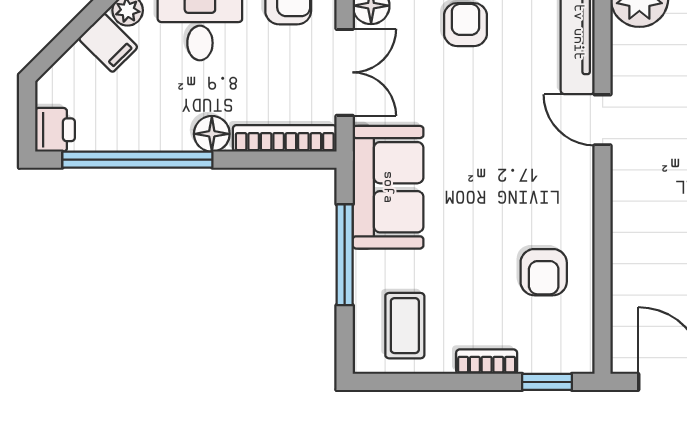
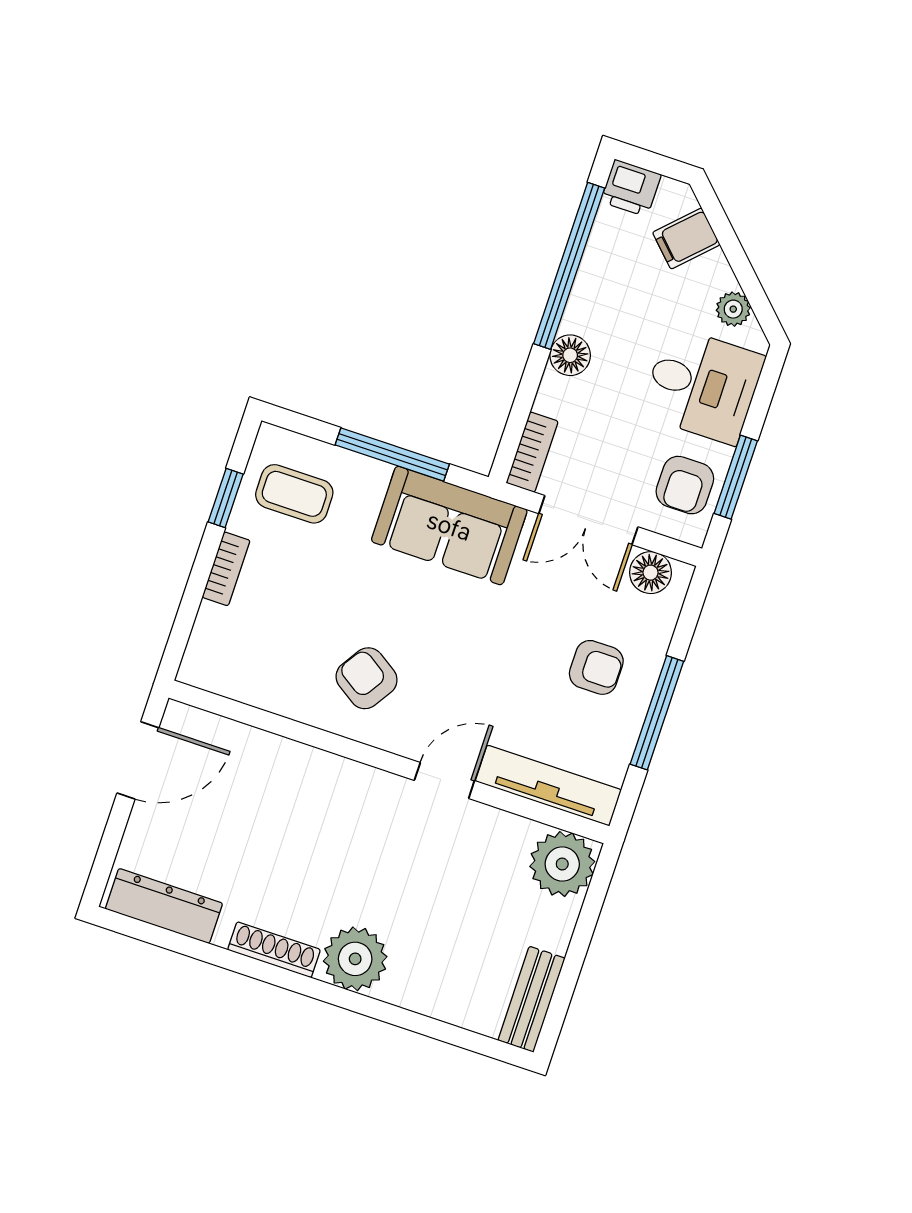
filing cabinet: (108, 43) -> (686, 239), moved
bookcase: (285, 138) -> (532, 452), width x0.64
armchair: (544, 272) -> (367, 678), moved, turned 33
window: (547, 382) -> (226, 498), moved

